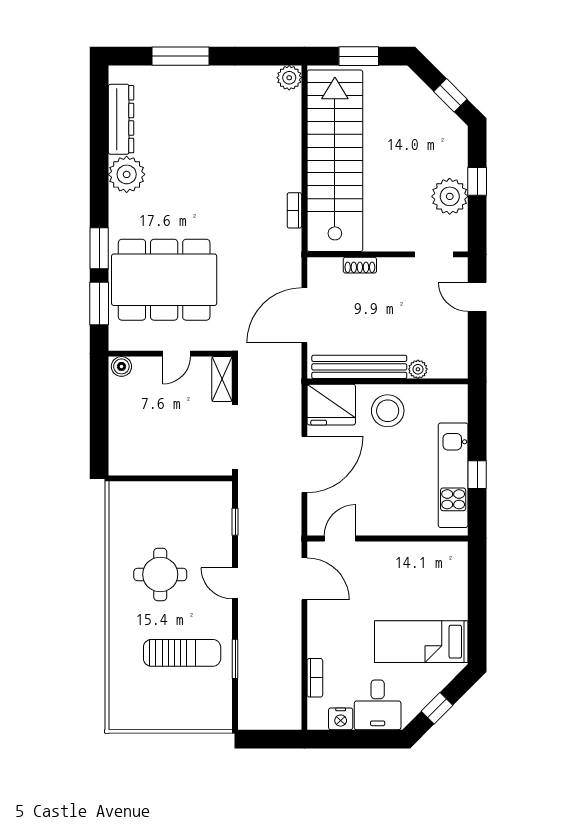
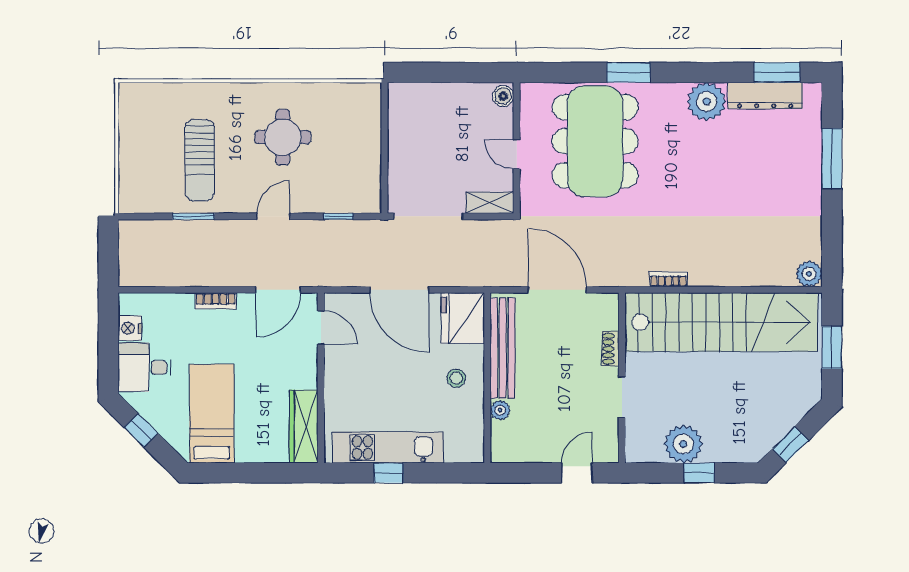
doorway: (434, 254) -> (622, 397), moved
window: (99, 303) -> (777, 72), moved
stool: (388, 411) -> (456, 378), width x0.53, depth x0.53
wardrobe: (433, 555) -> (304, 426), added
bookcase: (315, 678) -> (216, 301), moved

